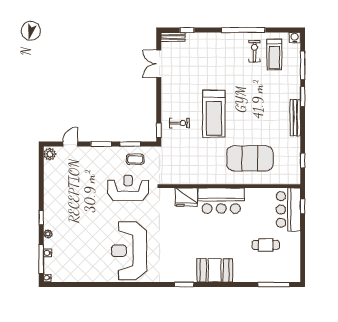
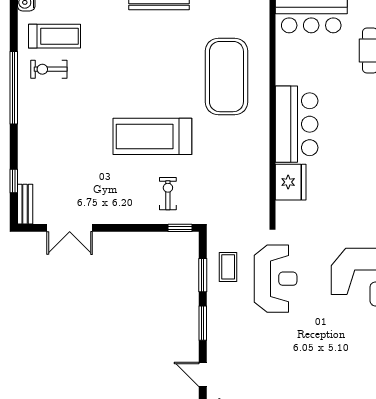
treadmill: (214, 114) -> (152, 136), turned 180
reception desk: (128, 188) -> (276, 279), turned 180

